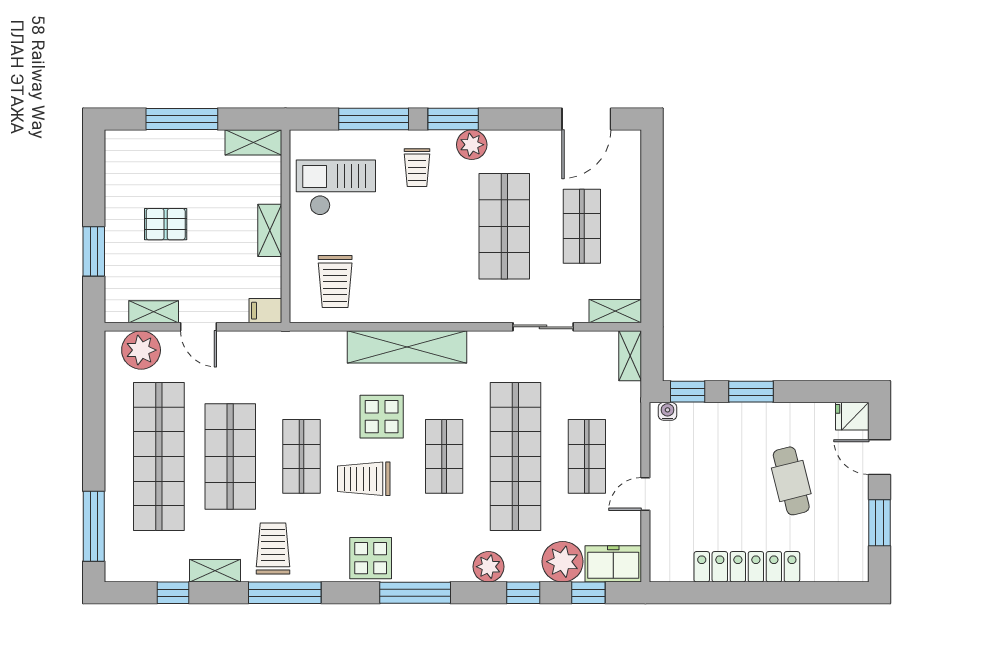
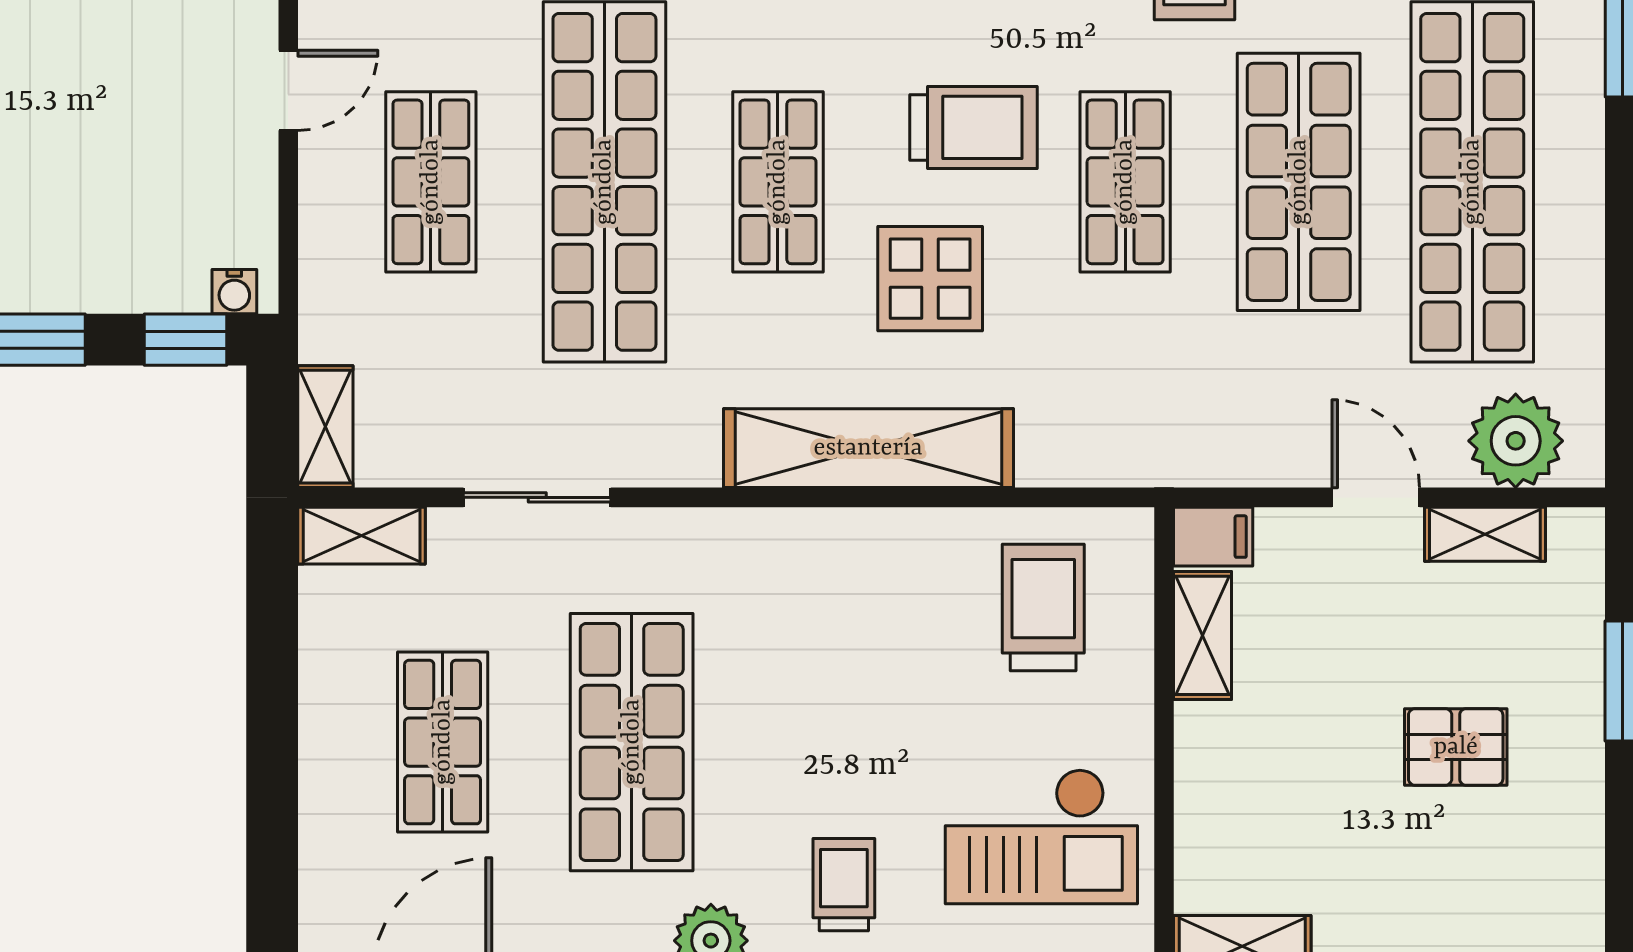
shelving: (270, 230) -> (1203, 635), moved

